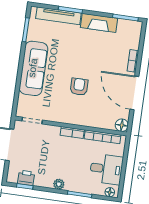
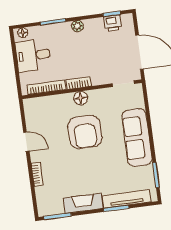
armchair: (79, 87) -> (85, 132), width x1.88, depth x1.88
door: (134, 93) -> (26, 142), width x0.53
floor lamp: (122, 125) -> (81, 98), moved

